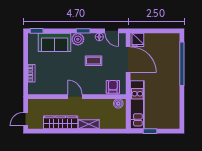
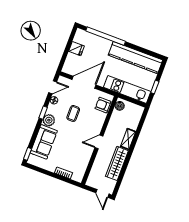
fridge: (138, 40) -> (76, 49), moved
kitchen counter: (172, 101) -> (135, 58), added

